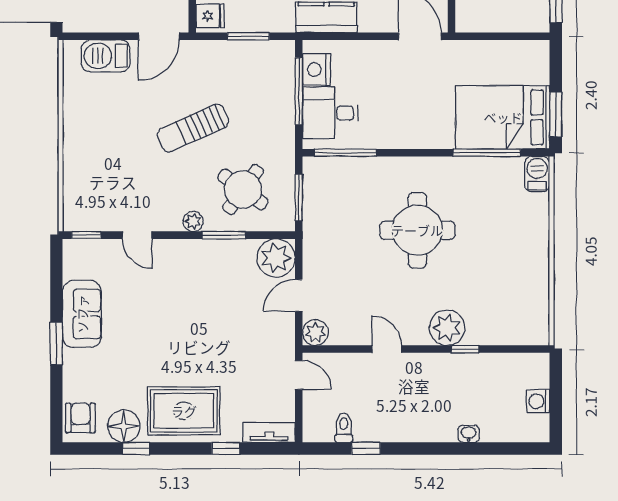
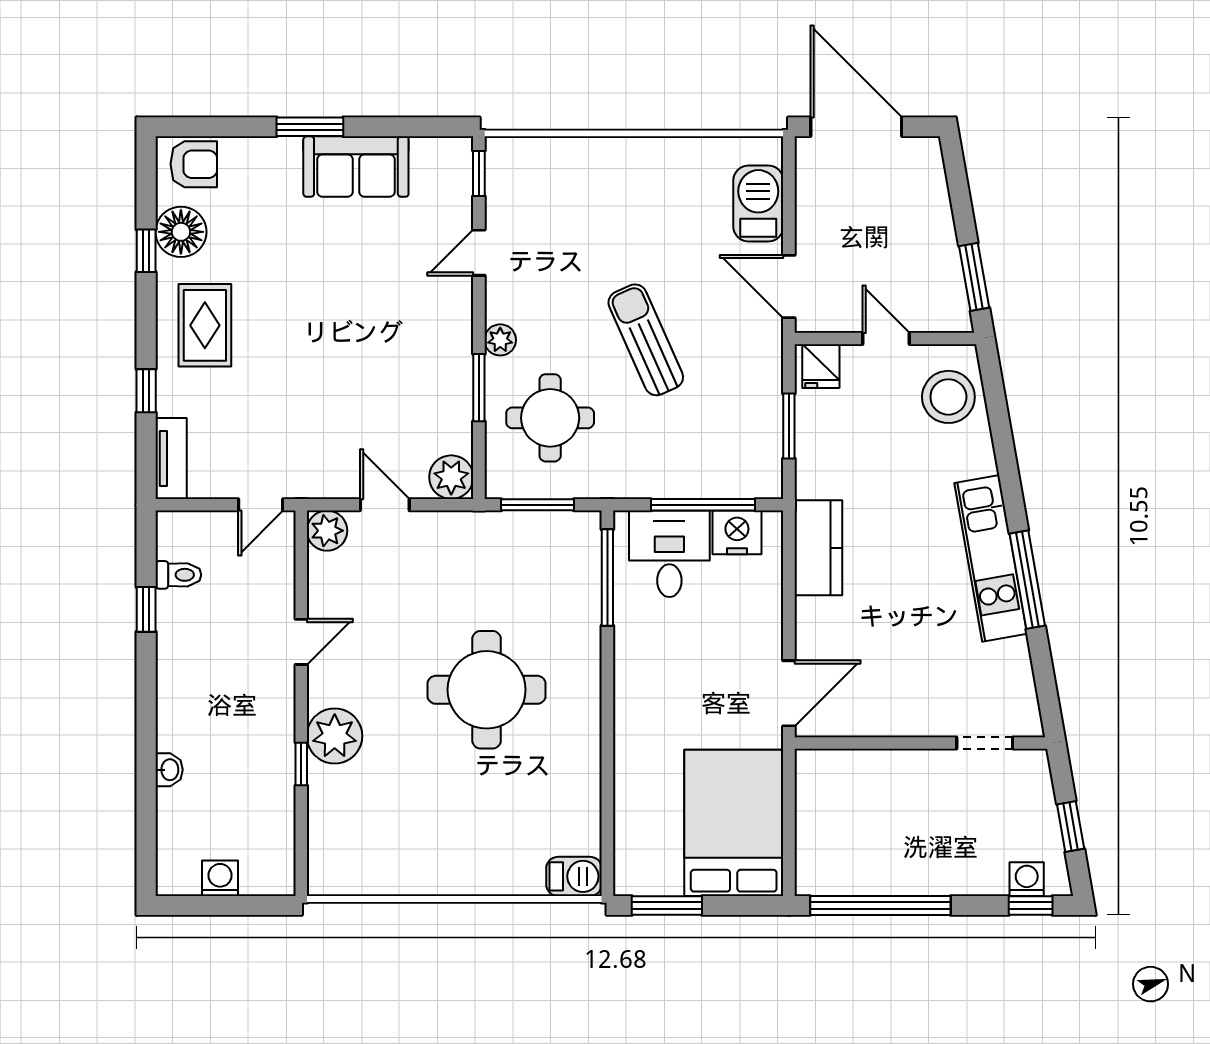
bed: (503, 117) -> (734, 823), moved
window: (487, 153) -> (607, 798), removed
round table: (243, 189) -> (550, 418), turned -36
plant: (276, 258) -> (451, 477), width x0.73, depth x0.73
rug: (184, 411) -> (205, 325), width x0.73, depth x0.70

